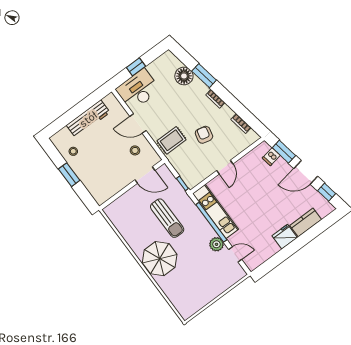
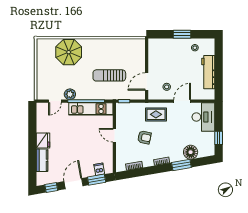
window: (136, 67) -> (219, 138), moved
rug: (172, 140) -> (156, 114), turned 90
parasol: (160, 259) -> (69, 52), moved

